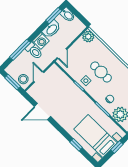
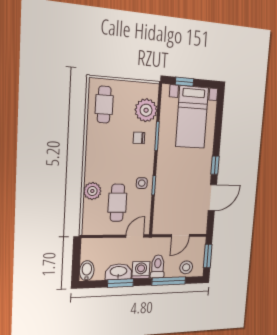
window: (54, 16) -> (121, 283), moved
plant: (88, 37) -> (92, 191), moved
cafe table: (101, 72) -> (117, 203), moved
stool: (23, 79) -> (186, 267), moved
door: (42, 112) -> (212, 198), hinge flipped
window: (76, 145) -> (215, 165), moved

